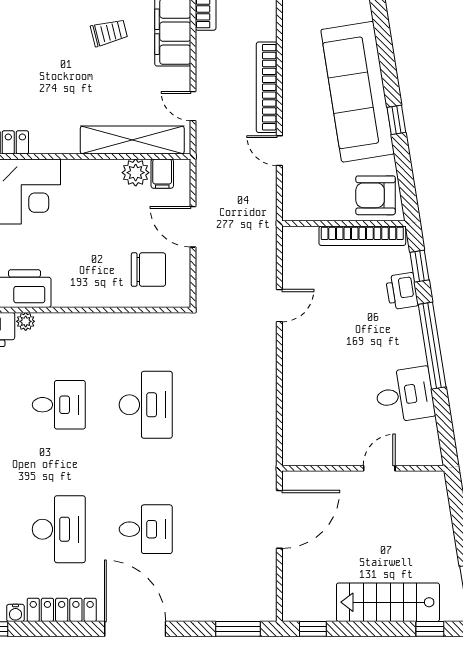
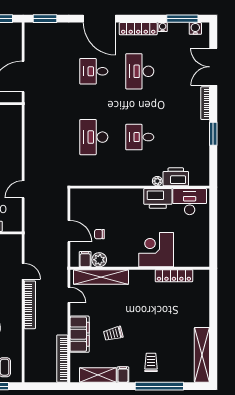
chair: (148, 270) -> (99, 234), moved, width x0.54, depth x0.54

